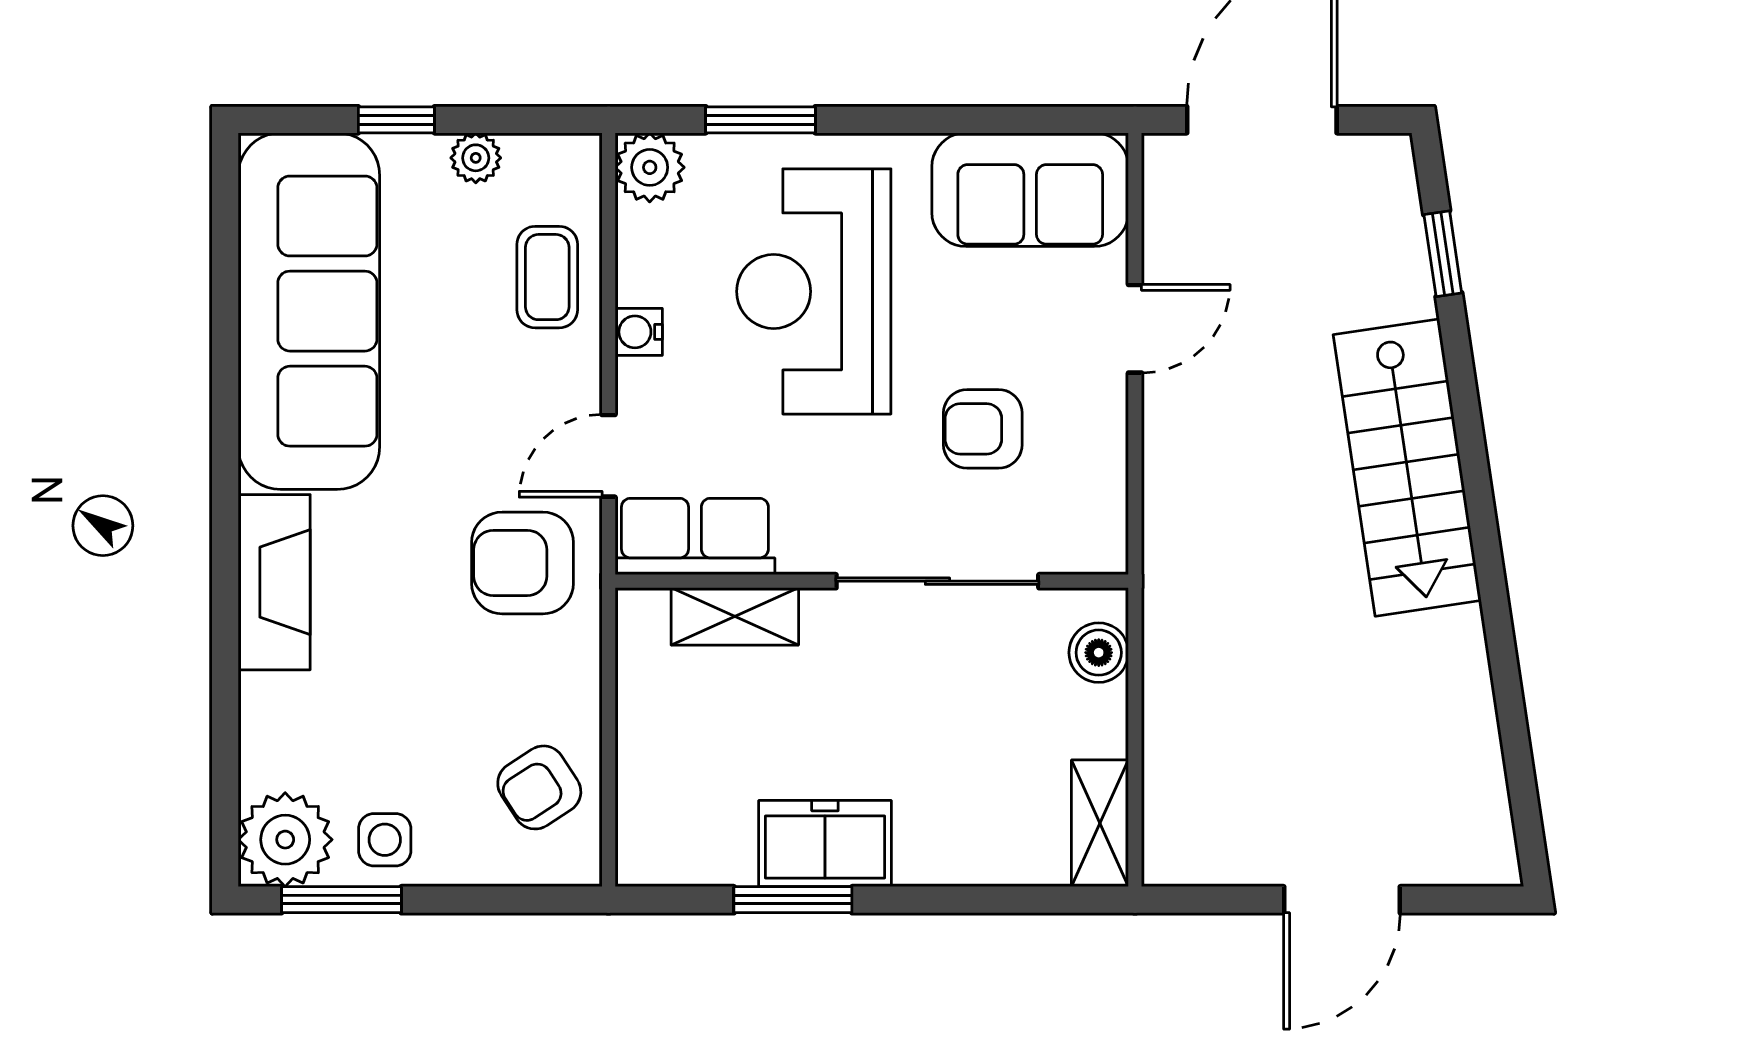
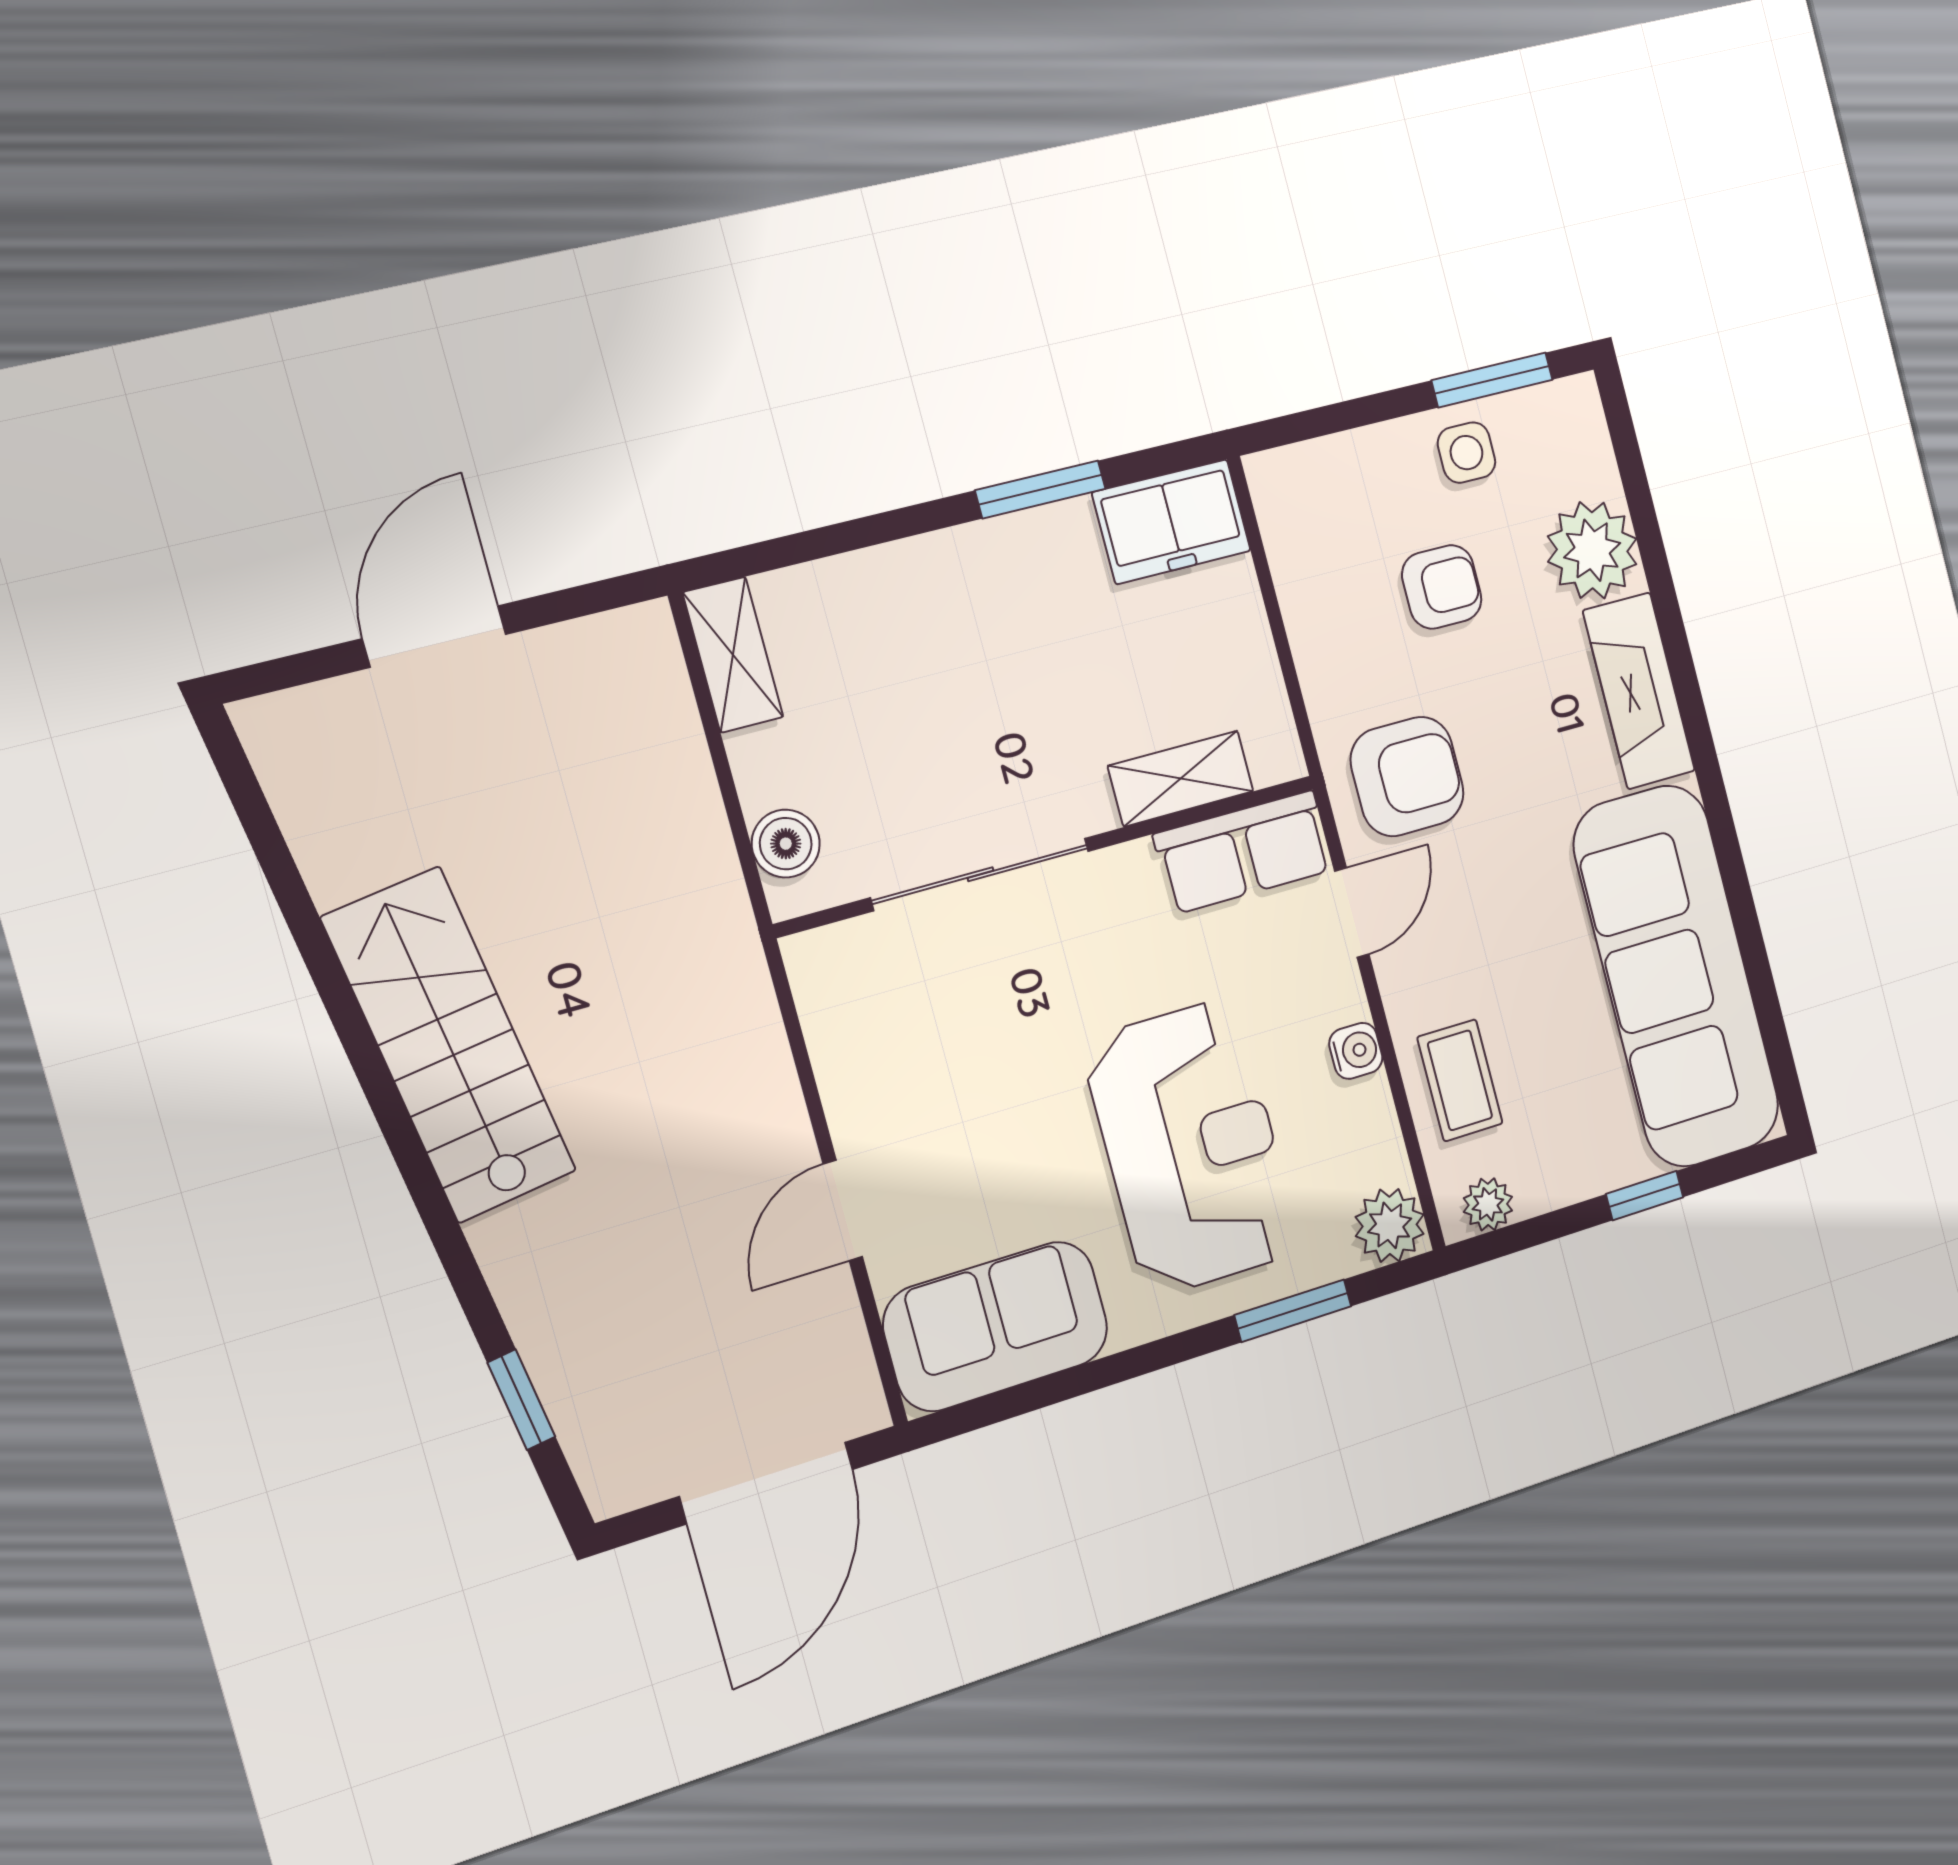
plant: (476, 158) -> (1488, 1204), moved
armchair: (983, 429) -> (977, 1053), removed
stairs: (1407, 468) -> (449, 1045), moved
armchair: (539, 787) -> (1442, 587), moved, turned 33
plant: (285, 840) -> (1592, 550), moved
freezer: (825, 844) -> (1172, 522), moved

